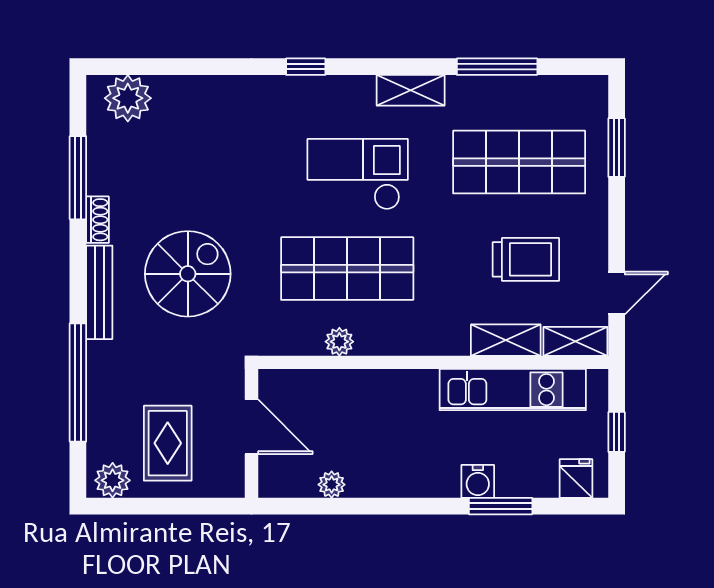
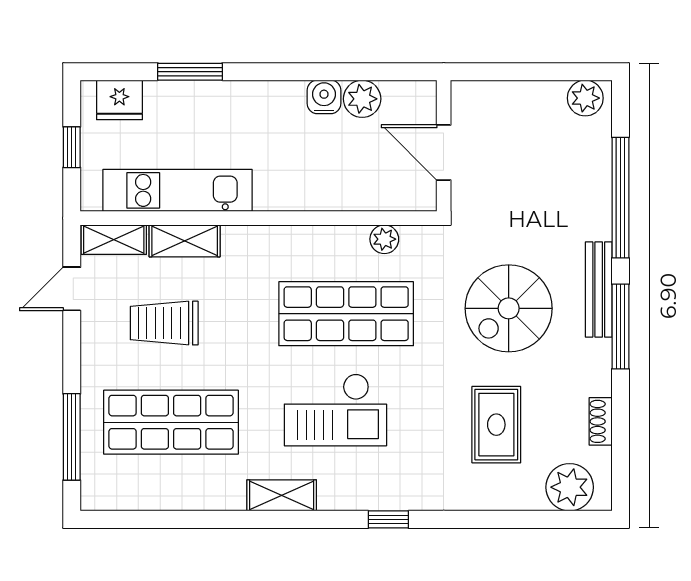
window: (497, 67) -> (193, 519), removed
window: (617, 148) -> (72, 437), width x1.44
window: (78, 178) -> (620, 327), moved
shoe rack: (98, 220) -> (601, 421), moved
plant: (339, 342) -> (384, 239), moved
rug: (168, 443) -> (496, 425), moved
fridge: (576, 478) -> (119, 100), width x1.38
water cooler: (478, 481) -> (324, 97), moved
plant: (332, 485) -> (362, 99), width x1.38, depth x1.38

